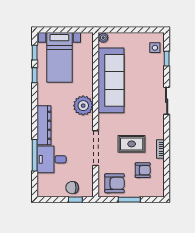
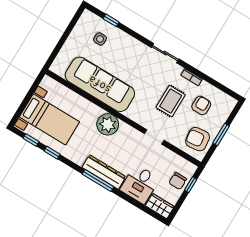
plant: (103, 38) -> (56, 68), removed
side table: (155, 48) -> (100, 39), moved
sliding door: (167, 101) -> (165, 53), moved
doorway: (96, 148) -> (154, 137), width x0.53
window: (35, 155) -> (98, 180), moved
armchair: (114, 183) -> (198, 139), turned -97
wardrobe: (44, 185) -> (160, 206), added

